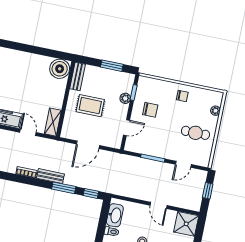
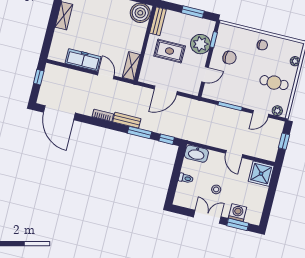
plant: (125, 98) -> (200, 44), width x1.88, depth x1.88
plant: (200, 161) -> (277, 111), added
washbasin: (115, 215) -> (196, 154), moved, turned 90

